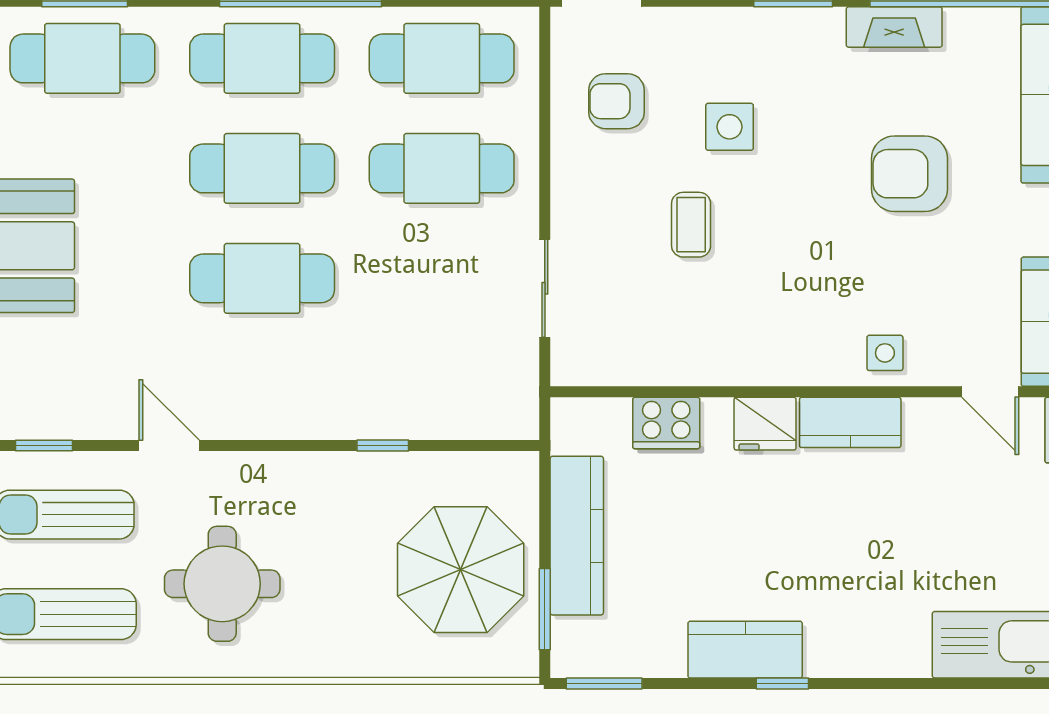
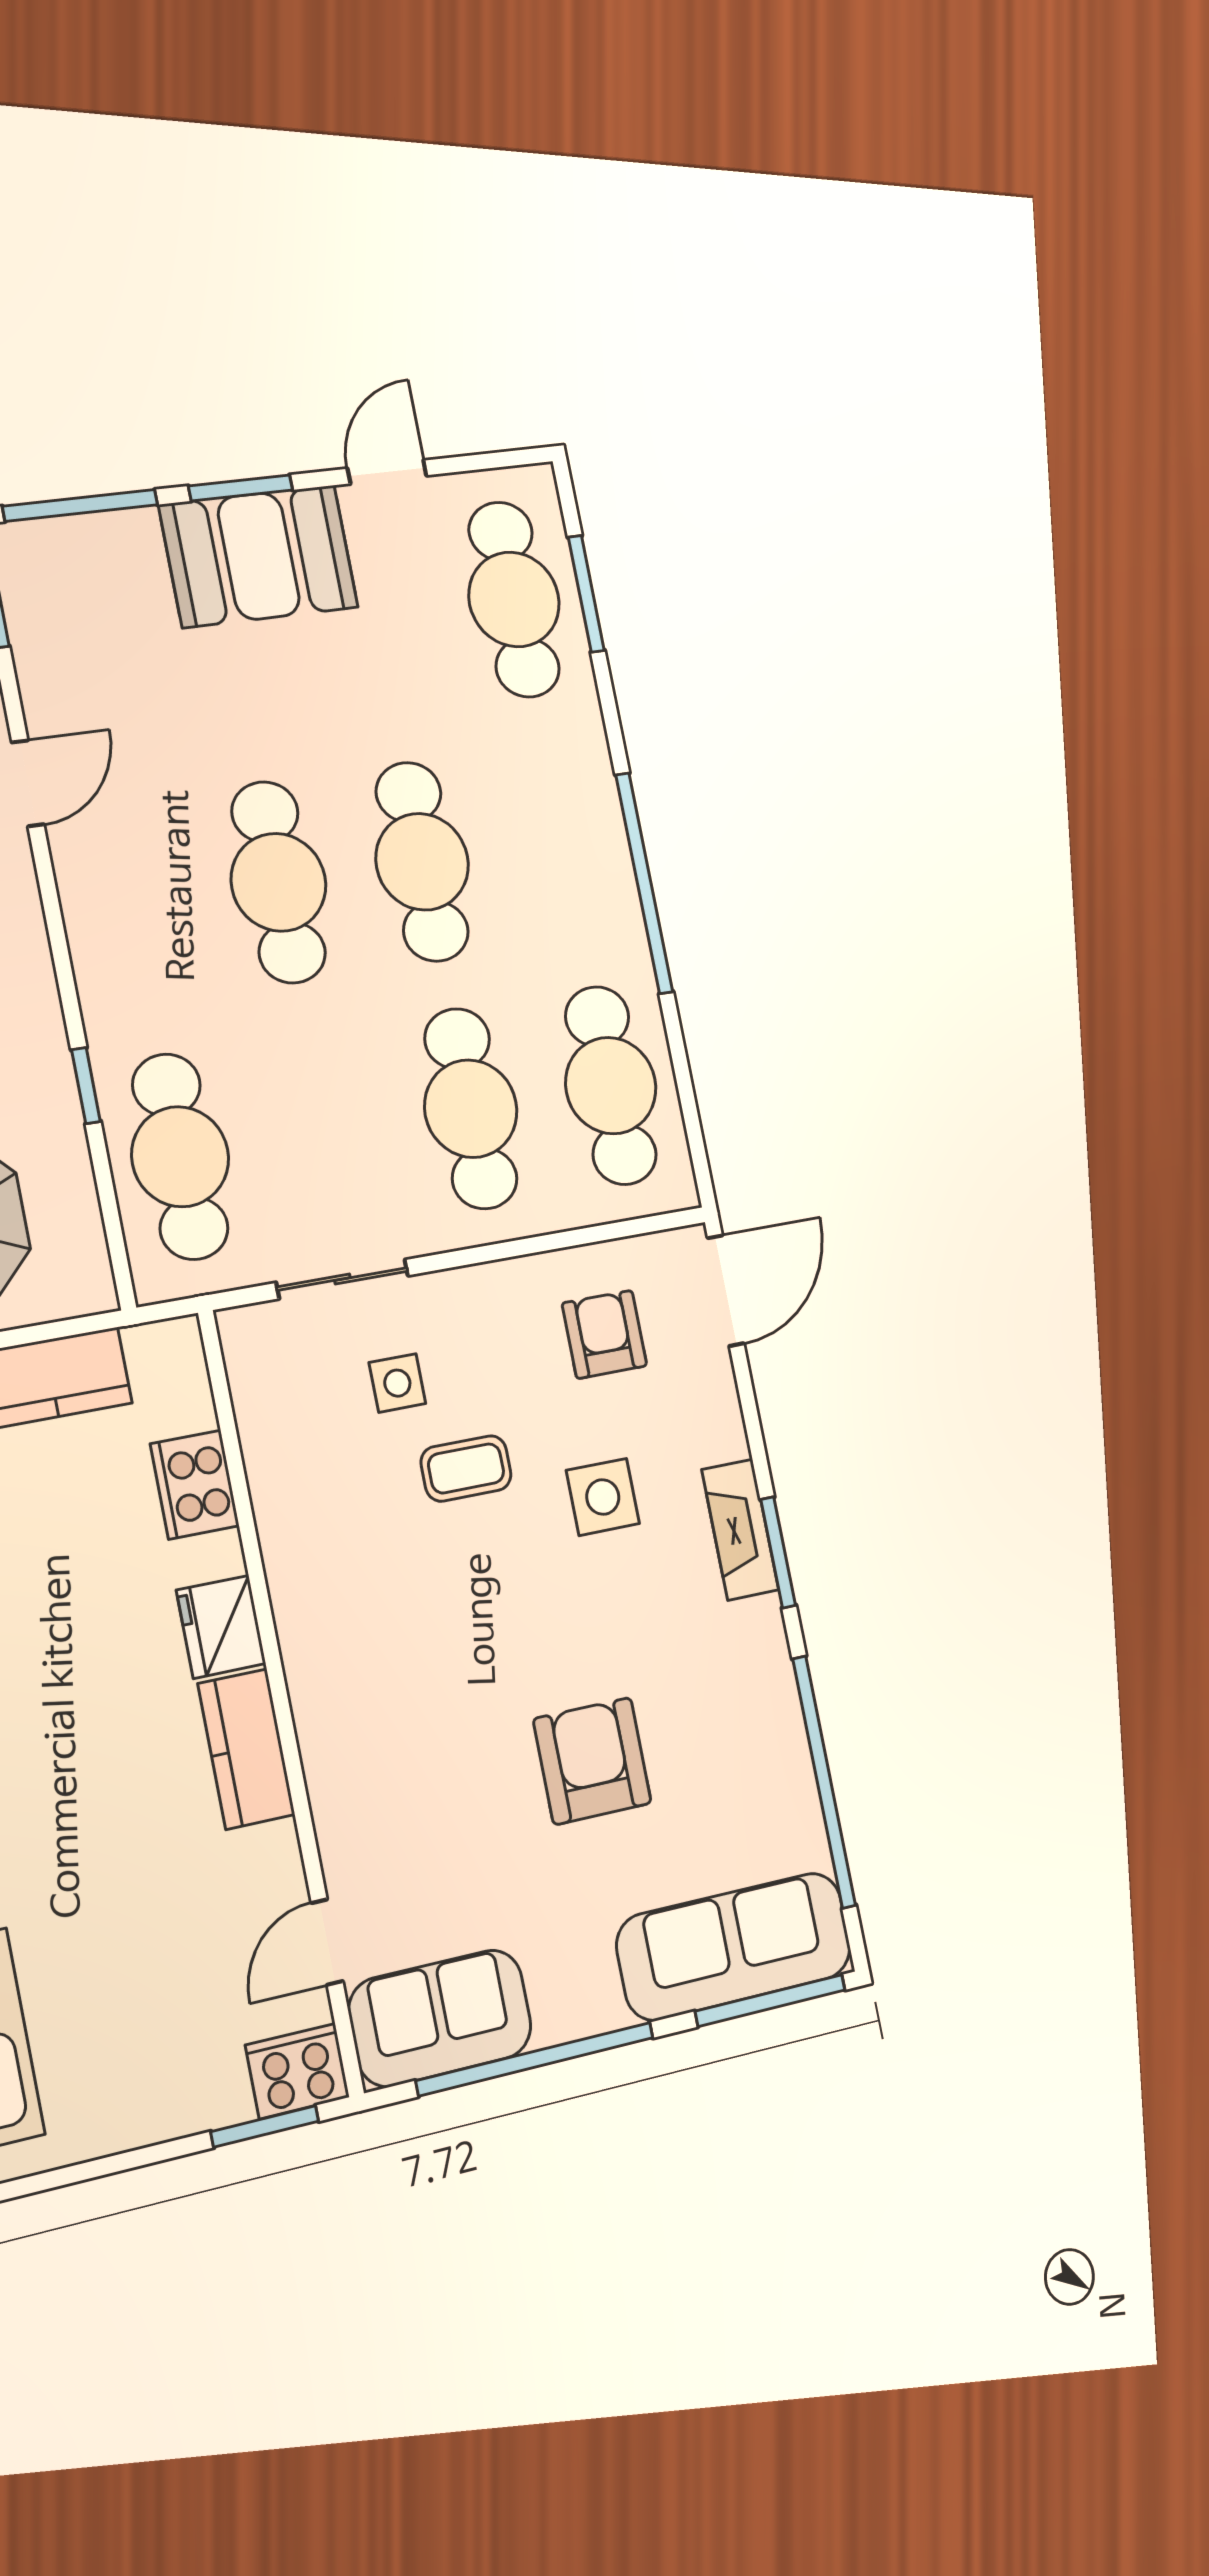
fireplace: (894, 27) -> (740, 1530), moved
cafe table: (262, 58) -> (180, 1157), moved
side table: (885, 353) -> (397, 1383), moved

